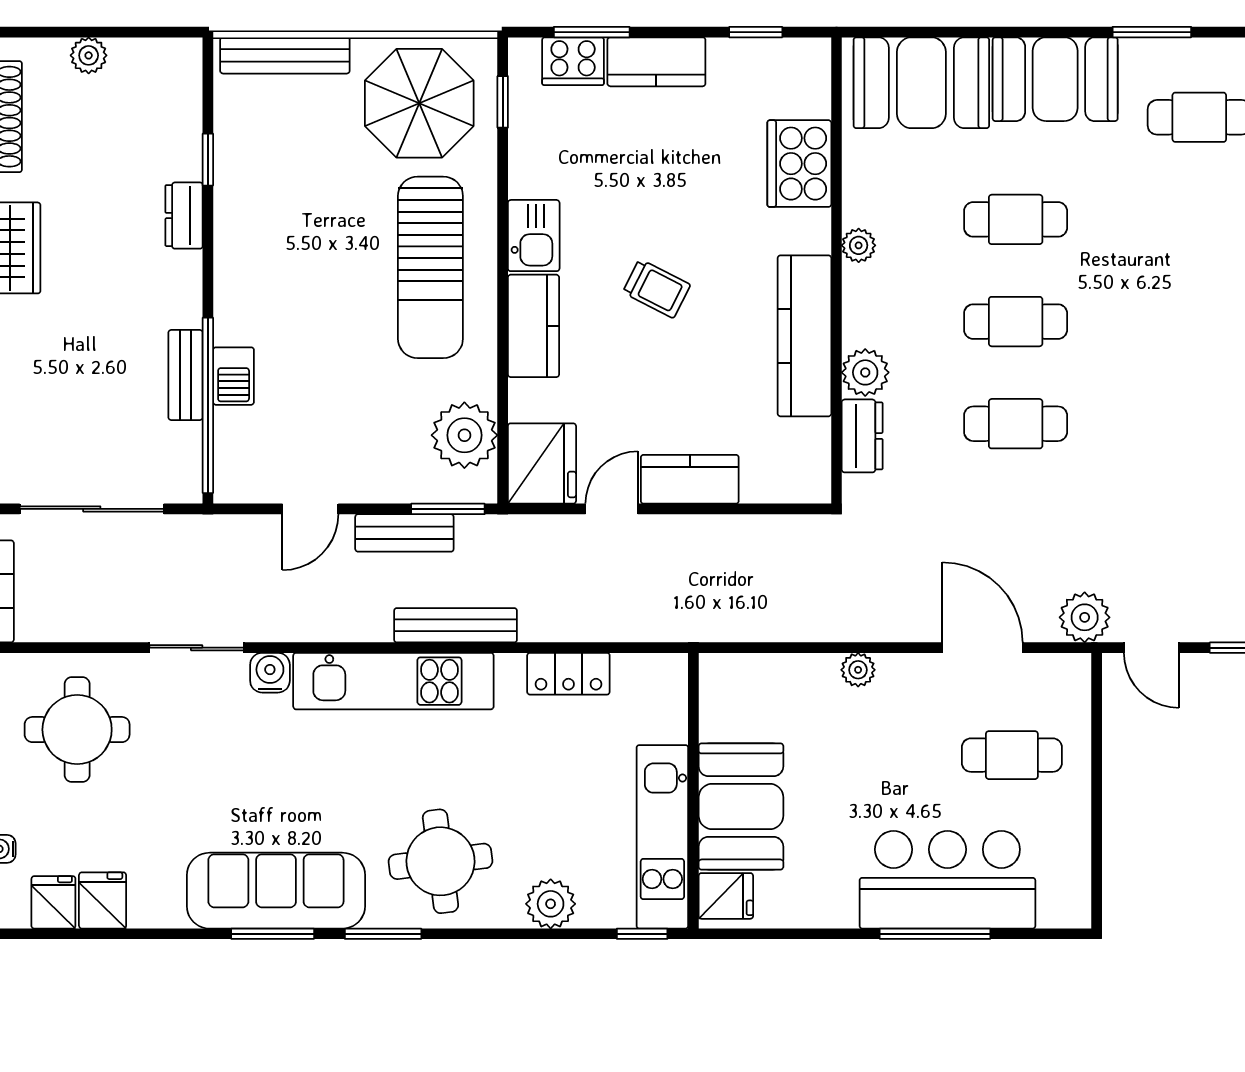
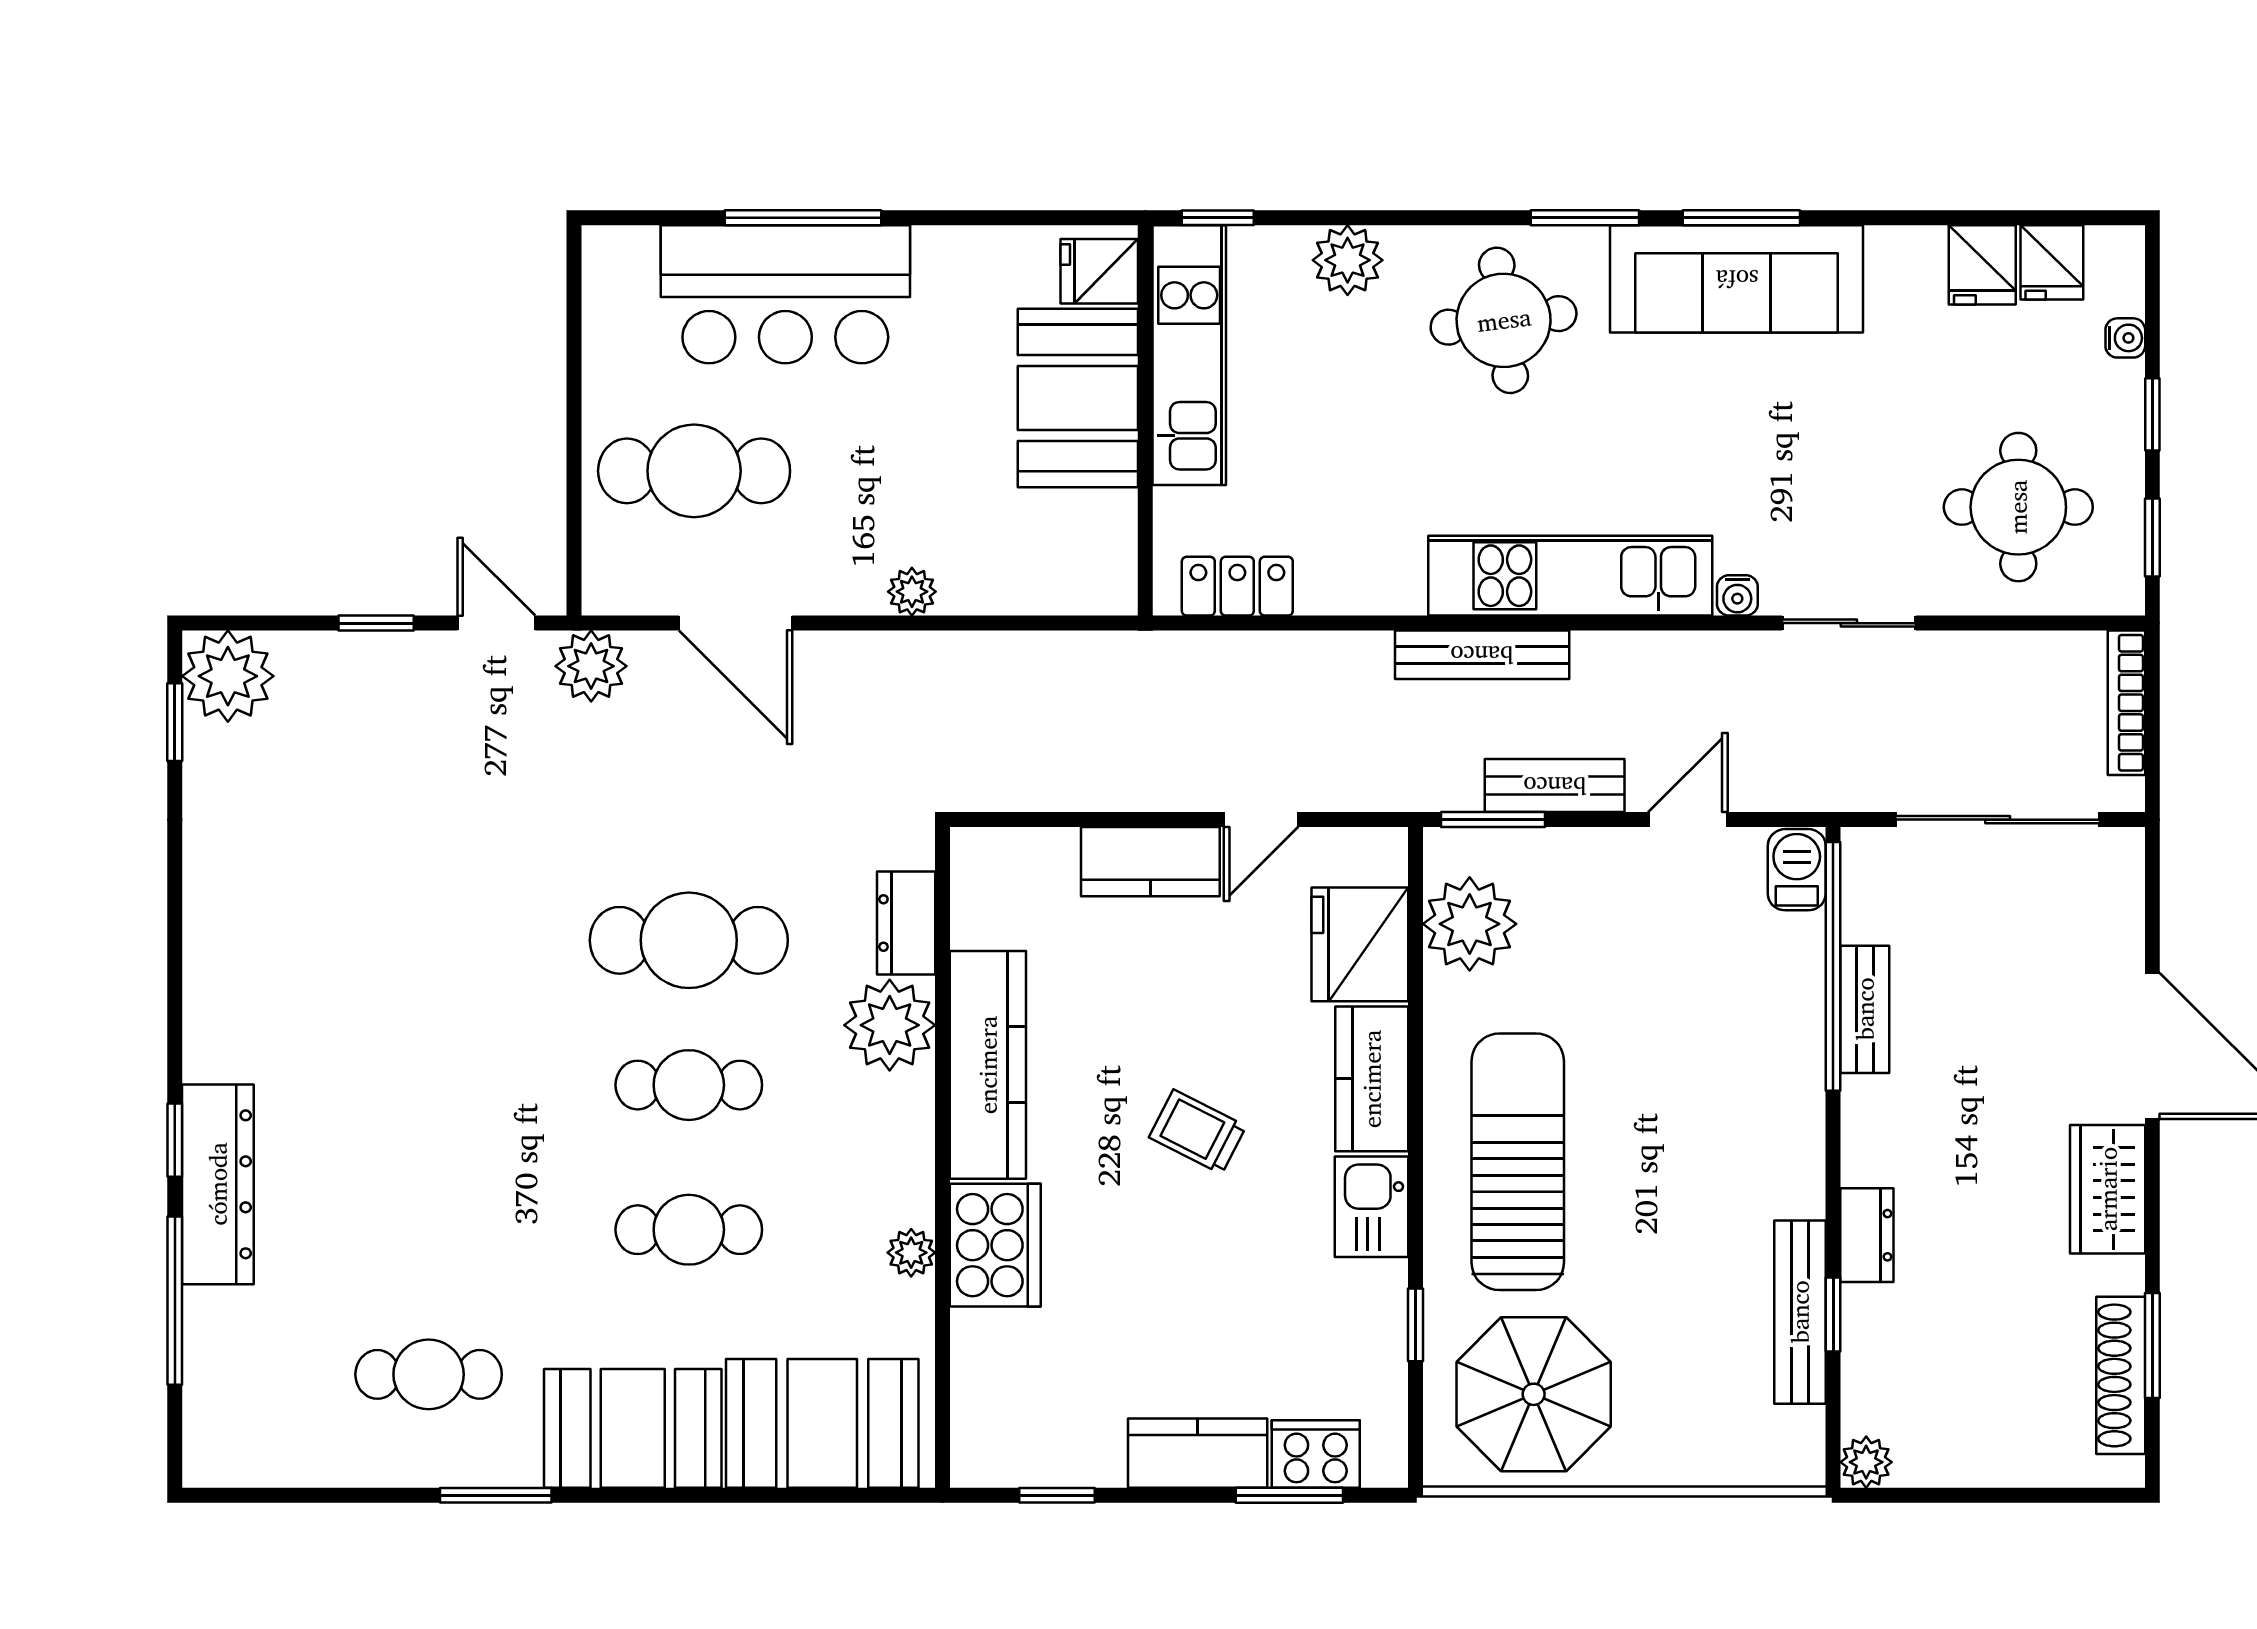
plant: (89, 55) -> (1866, 1462), moved
bench: (285, 55) -> (1800, 1312), moved, turned 90
window: (503, 102) -> (1415, 1325), moved
cooker: (799, 164) -> (995, 1245), moved
plant: (859, 245) -> (911, 1253), moved
plant: (865, 372) -> (890, 1025), width x1.36, depth x1.36
barbecue: (234, 376) -> (1797, 870), moved
cafe table: (1016, 424) -> (689, 940), width x1.37, depth x1.35
fridge: (542, 464) -> (1360, 944), moved
water cooler: (270, 673) -> (1737, 595), width x0.72, depth x0.72
locker: (568, 674) -> (1237, 586), moved
cafe table: (1012, 755) -> (694, 471), width x1.37, depth x1.35

